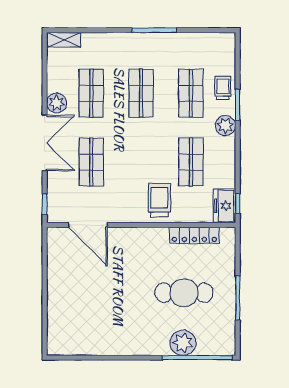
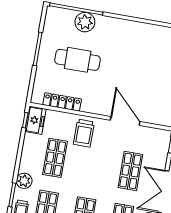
door: (88, 225) -> (125, 121), moved

